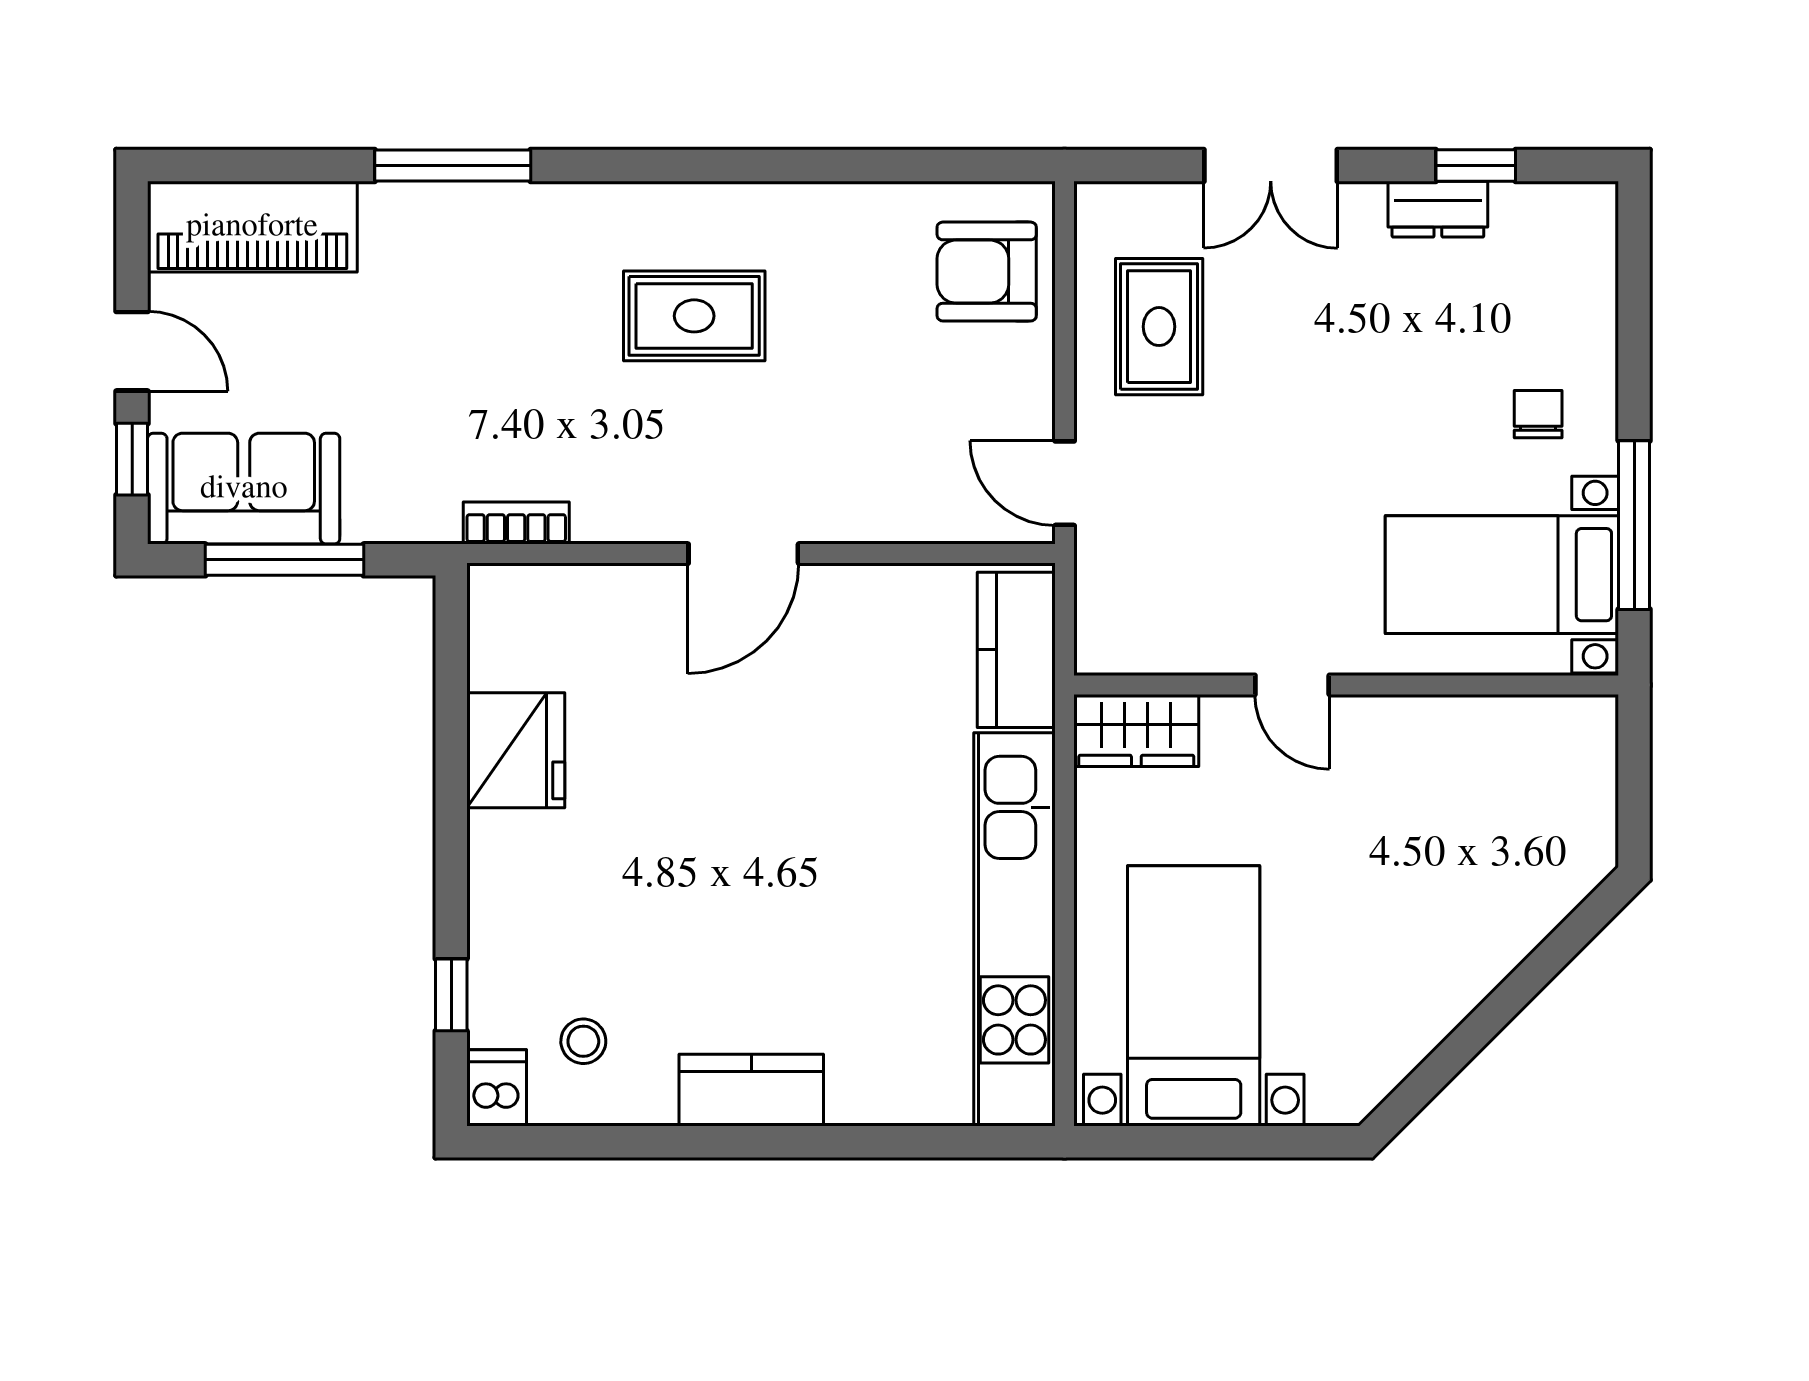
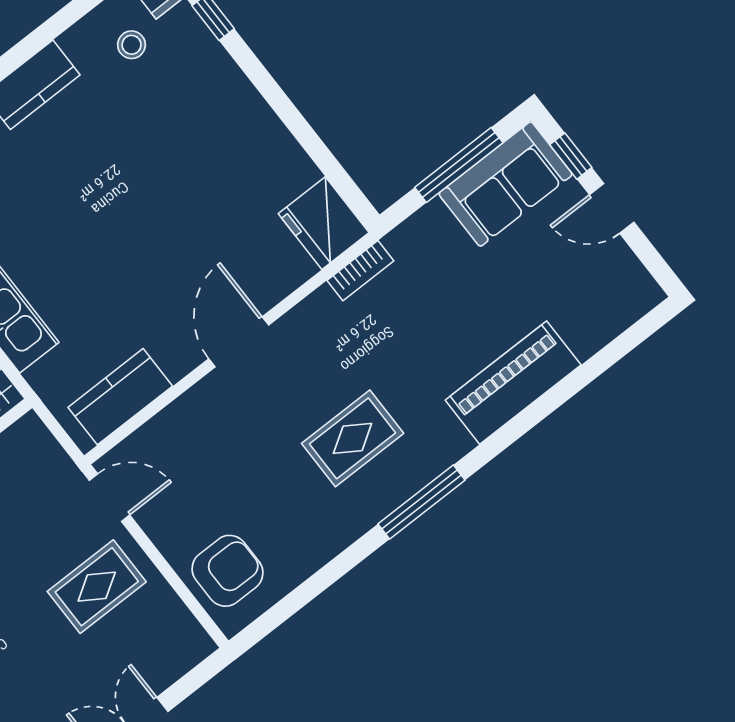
window: (453, 166) -> (422, 502), moved
piano: (252, 227) -> (513, 383), moved
rug: (1159, 327) -> (97, 587), moved, turned 90
kitchen counter: (1016, 650) -> (120, 397), moved, turned -90
fridge: (516, 750) -> (324, 223), moved

